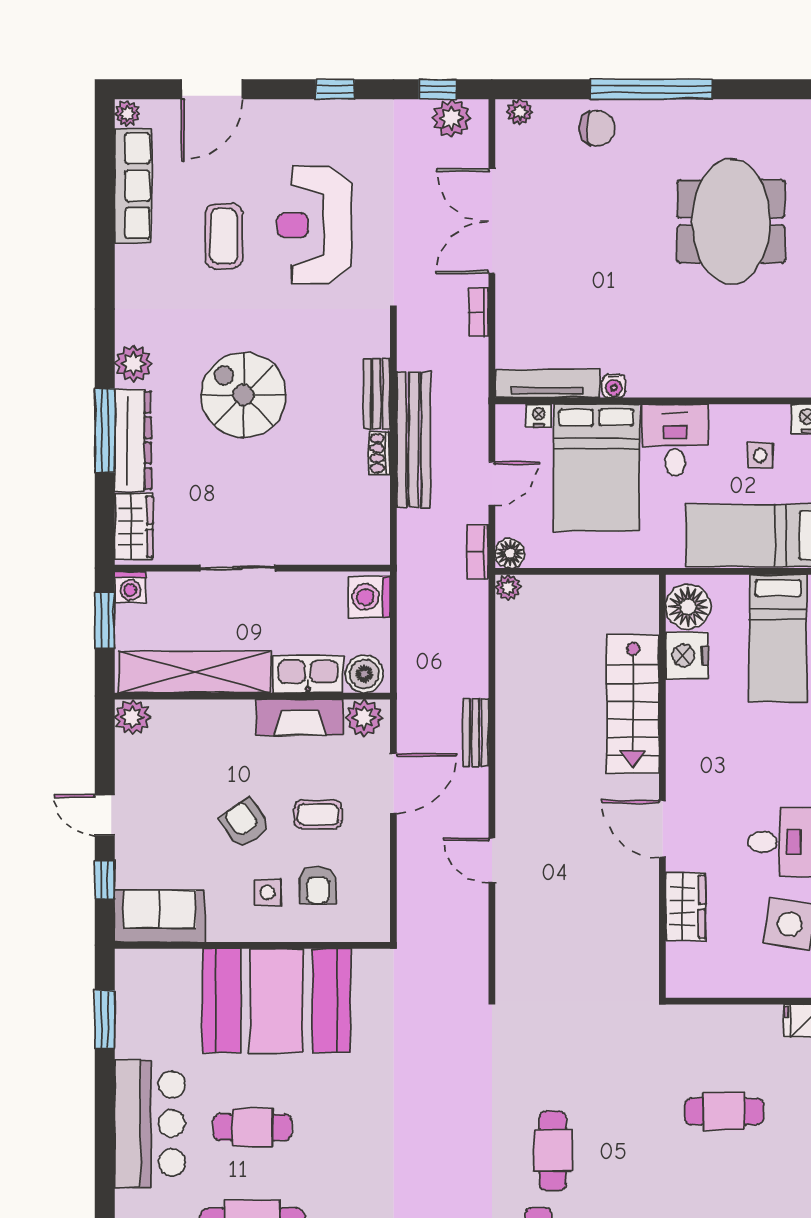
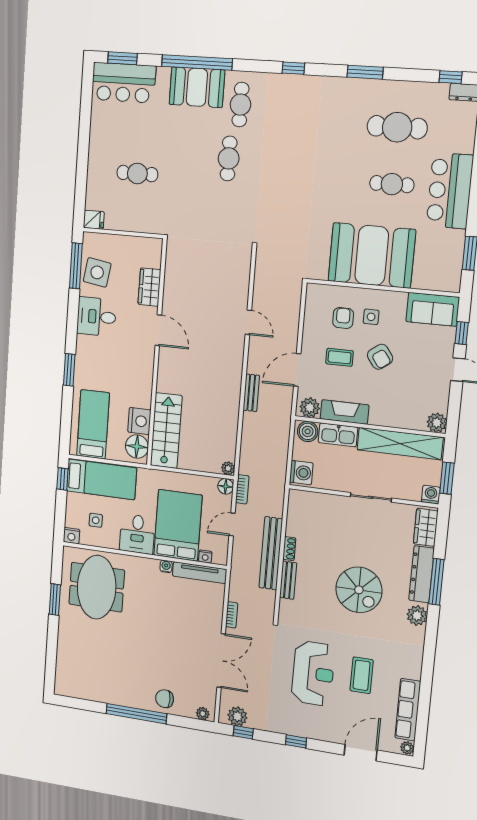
meeting table: (731, 221) -> (97, 587), moved
stairs: (633, 704) -> (166, 431), moved

